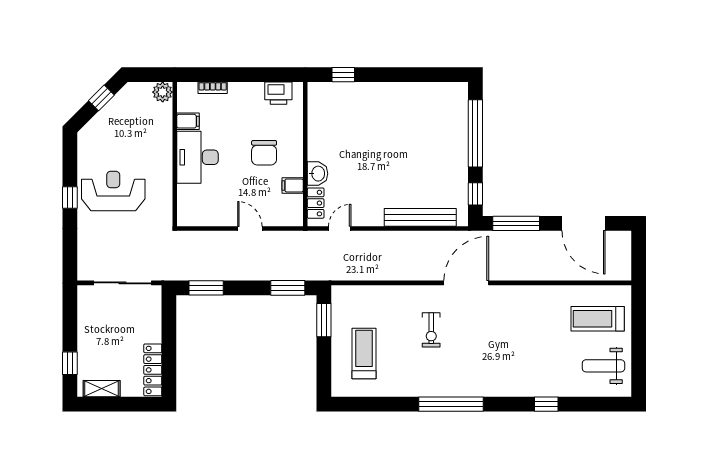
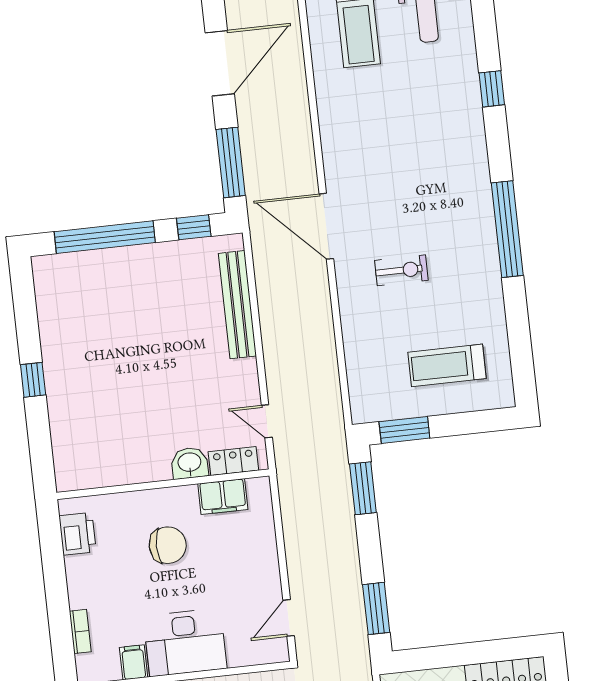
window: (343, 75) -> (33, 380), moved
filing cabinet: (293, 185) -> (223, 497), width x2.00
door: (250, 228) -> (289, 618), moved

